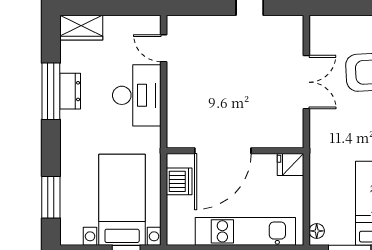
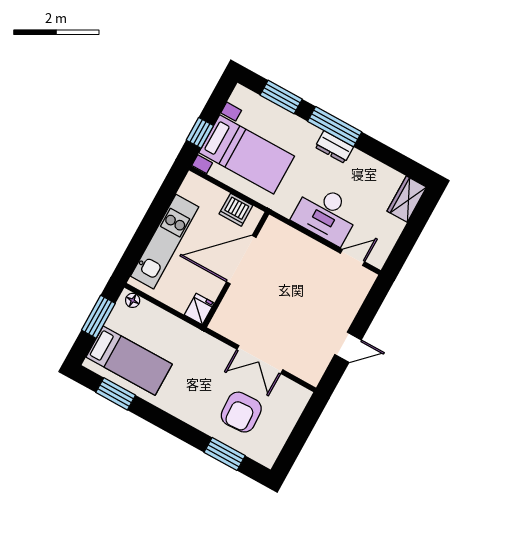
window: (51, 91) -> (335, 127), moved
dresser: (70, 91) -> (334, 147), moved
door: (223, 151) -> (241, 260), hinge flipped

